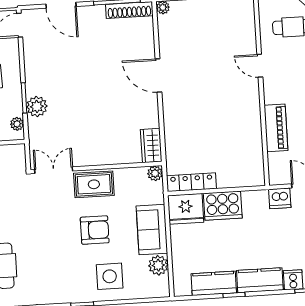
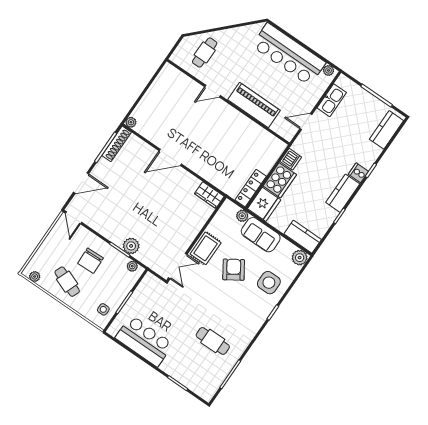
piano: (276, 128) -> (254, 105), width x1.37, depth x1.33
double door: (54, 170) -> (178, 266), swing flipped
plant: (155, 173) -> (242, 216), moved
dishwasher: (280, 198) -> (291, 159), moved
armchair: (95, 230) -> (234, 270), turned -33
plant: (158, 265) -> (300, 258), moved
kitchen counter: (214, 283) -> (303, 237), moved, turned 90

